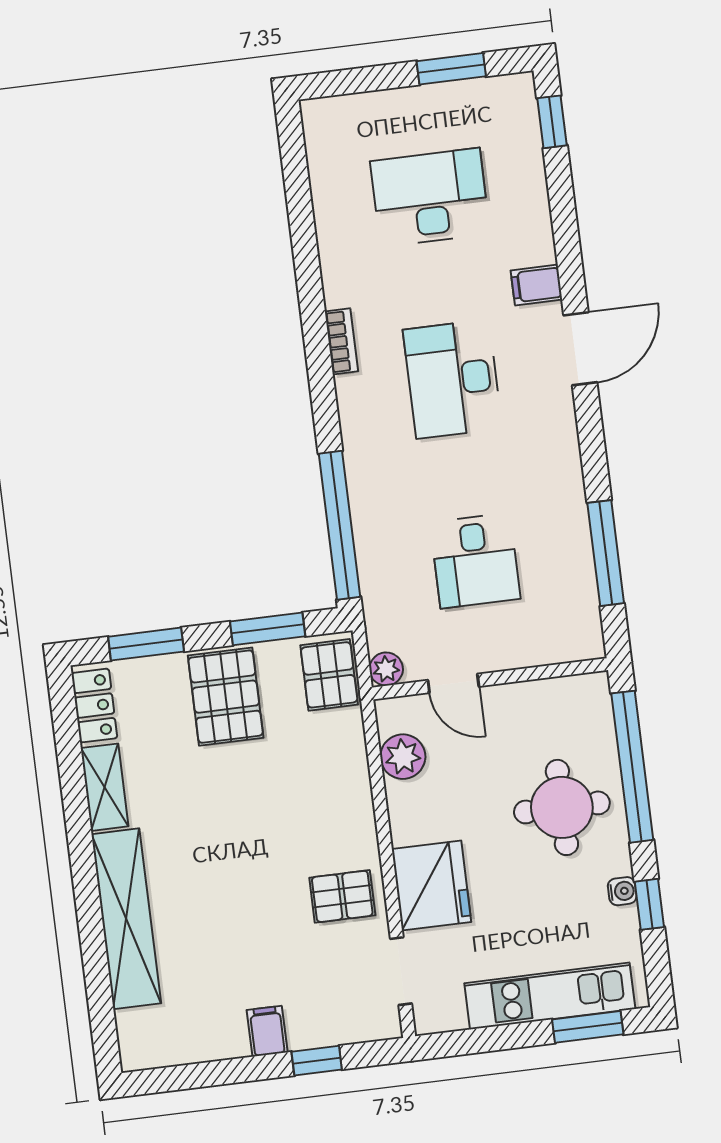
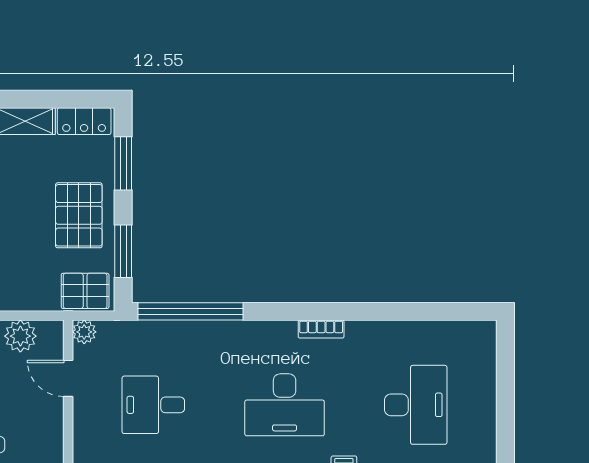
window: (451, 69) -> (505, 431), removed
desk: (453, 379) -> (285, 405), turned 180
door: (453, 683) -> (68, 378), hinge flipped
pallet: (226, 697) -> (79, 215), turned 90

